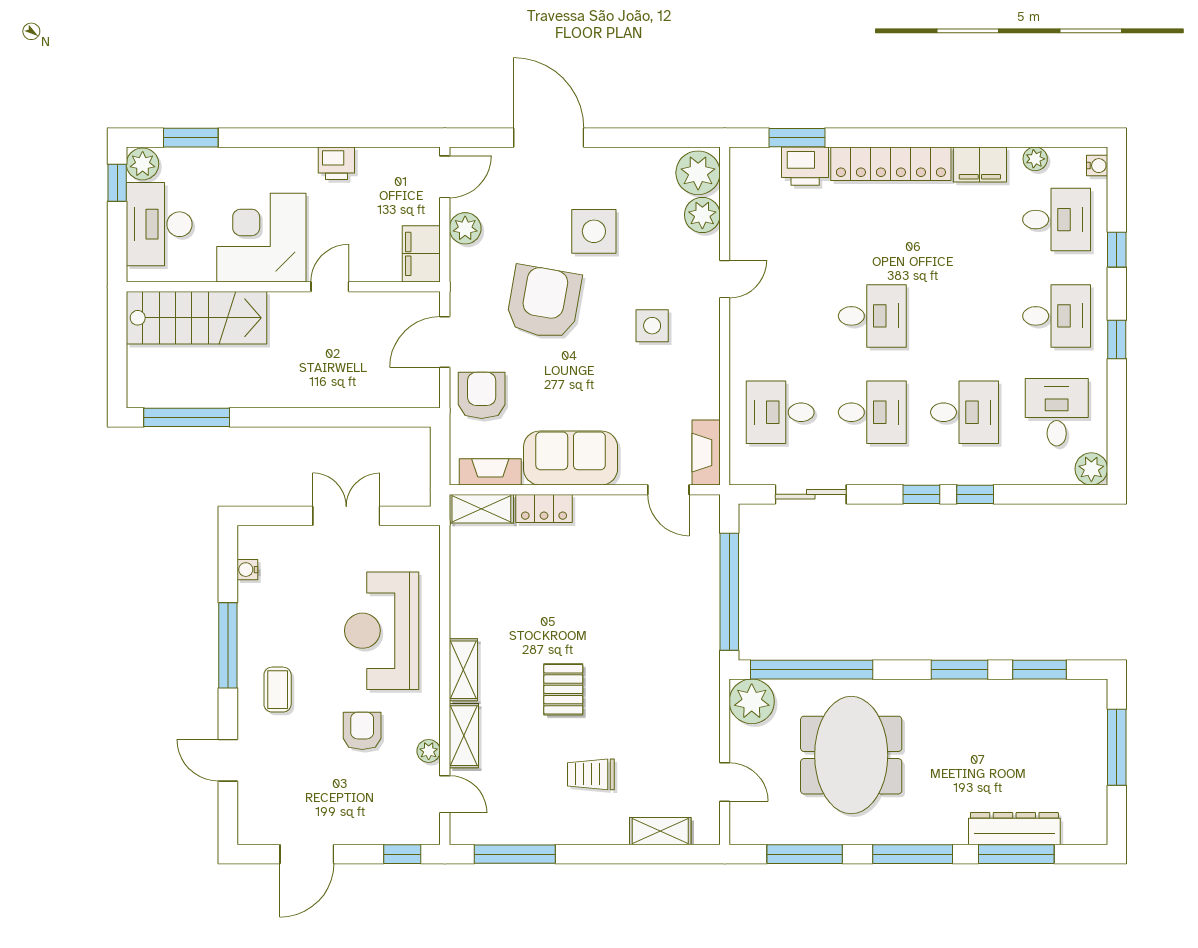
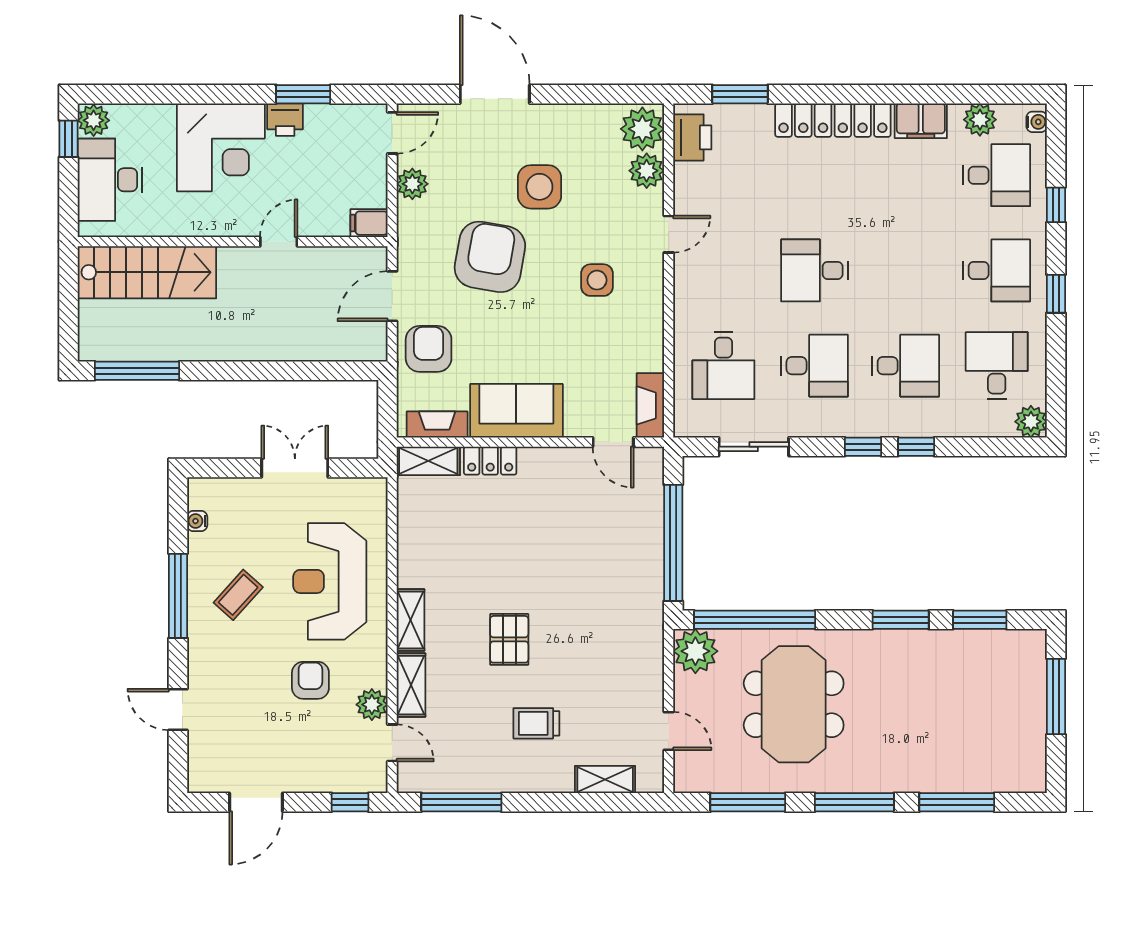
window: (191, 138) -> (303, 94), moved
plant: (1035, 159) -> (980, 120), width x1.38, depth x1.38
printer: (805, 166) -> (692, 137), moved, turned -90
corner desk: (261, 238) -> (221, 147), moved, turned 180
filing cabinet: (421, 254) -> (369, 223), width x0.50
desk: (872, 316) -> (815, 270), turned 180
desk: (780, 412) -> (723, 366), turned -90
coffee table: (278, 690) -> (238, 595), moved, turned 42
plant: (429, 751) -> (372, 705), width x1.38, depth x1.38
dresser: (1014, 829) -> (955, 777), removed

